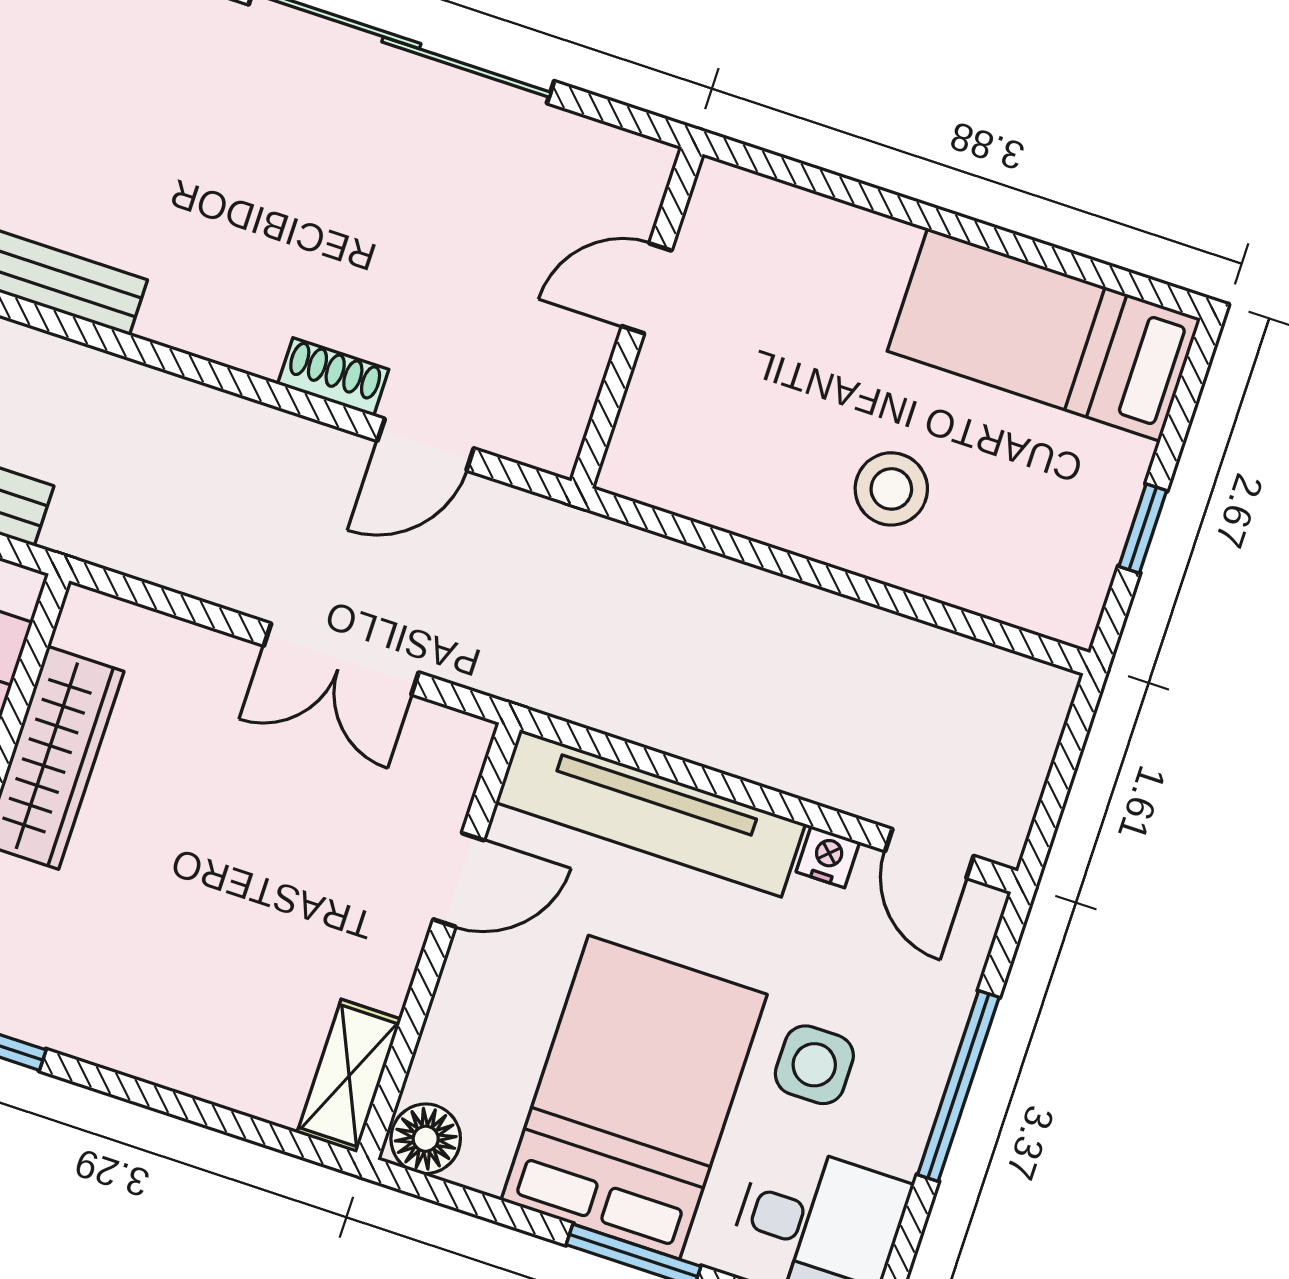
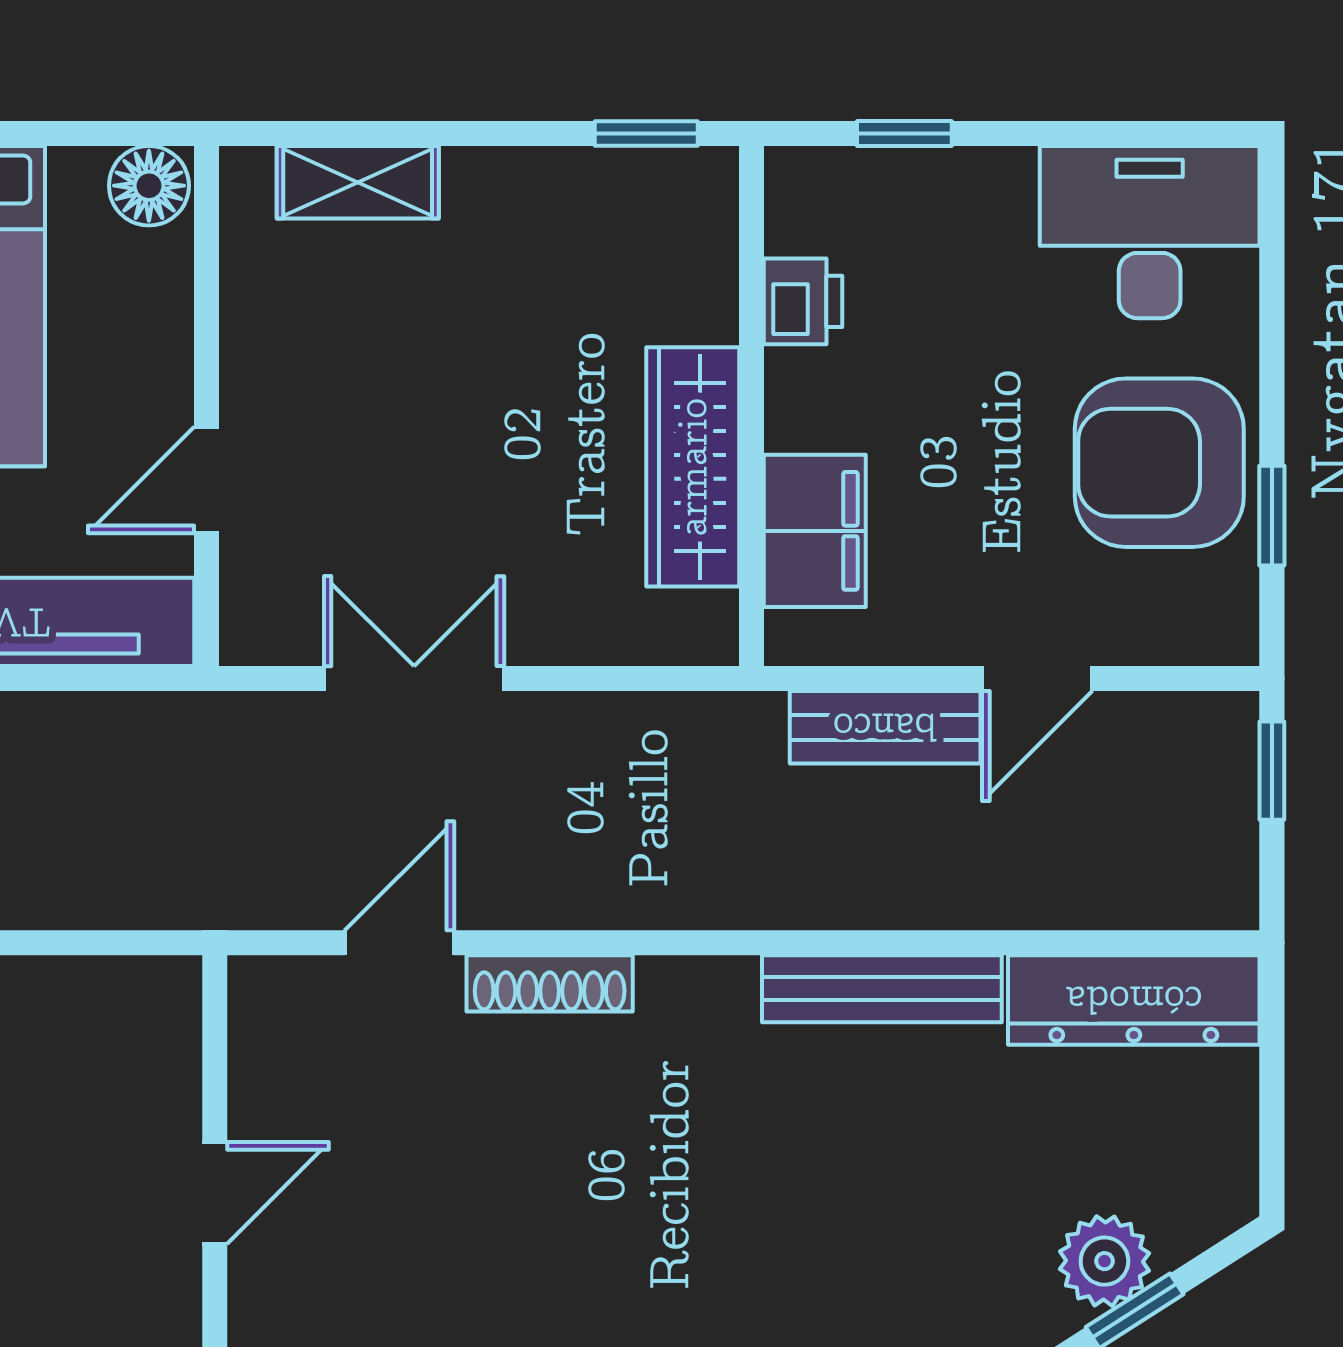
shoe rack: (333, 377) -> (550, 983), width x1.43
shelving: (349, 1076) -> (358, 182), moved, turned 90

